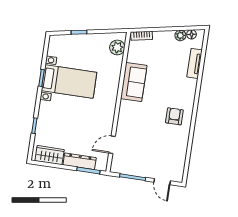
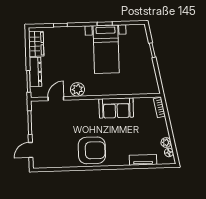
plant: (117, 47) -> (77, 89), moved
armchair: (174, 116) -> (92, 150), width x1.88, depth x1.88
door: (112, 145) -> (56, 99), hinge flipped

